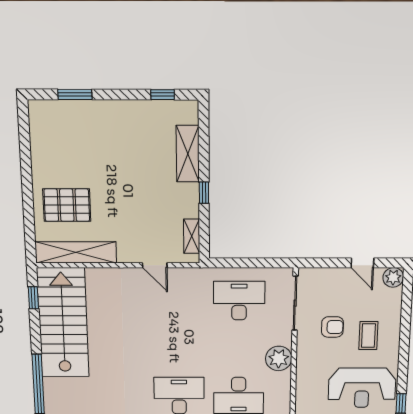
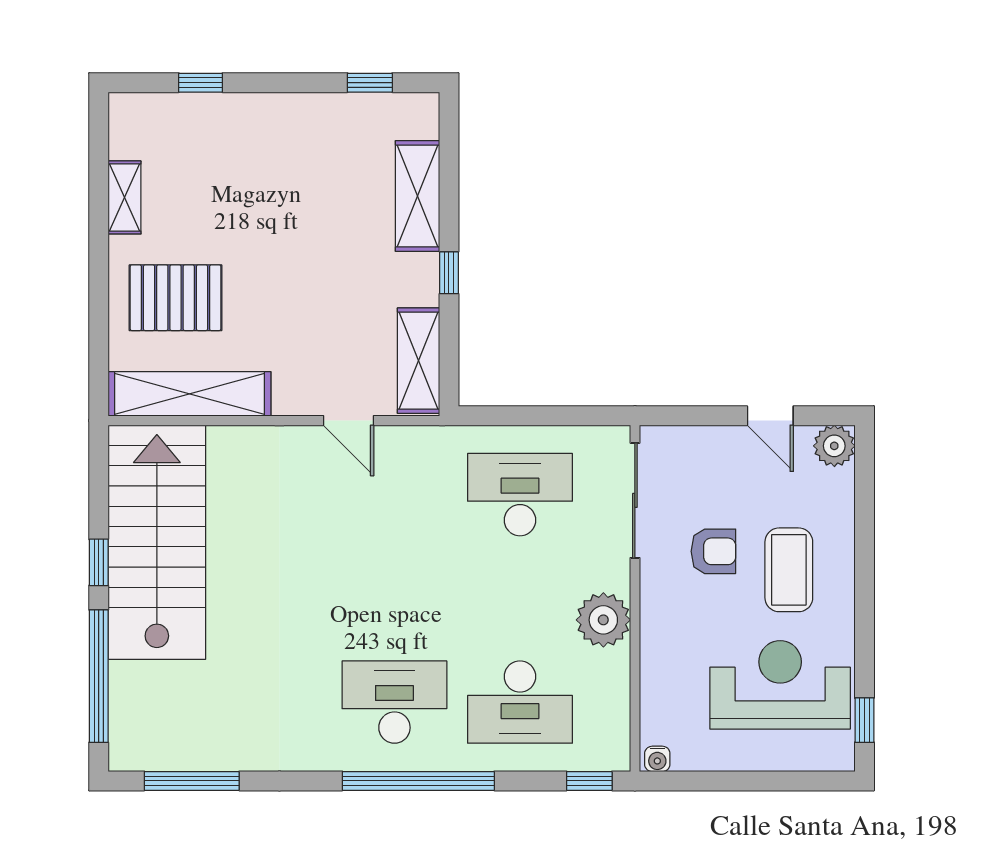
window: (75, 94) -> (201, 83), width x0.67
shelving: (39, 154) -> (124, 197), added
shelving: (192, 236) -> (419, 361), width x1.50, depth x1.33
window: (33, 298) -> (99, 562), moved
coffee table: (368, 336) -> (789, 570), width x1.36, depth x1.30
reception desk: (362, 388) -> (780, 685), turned 180

